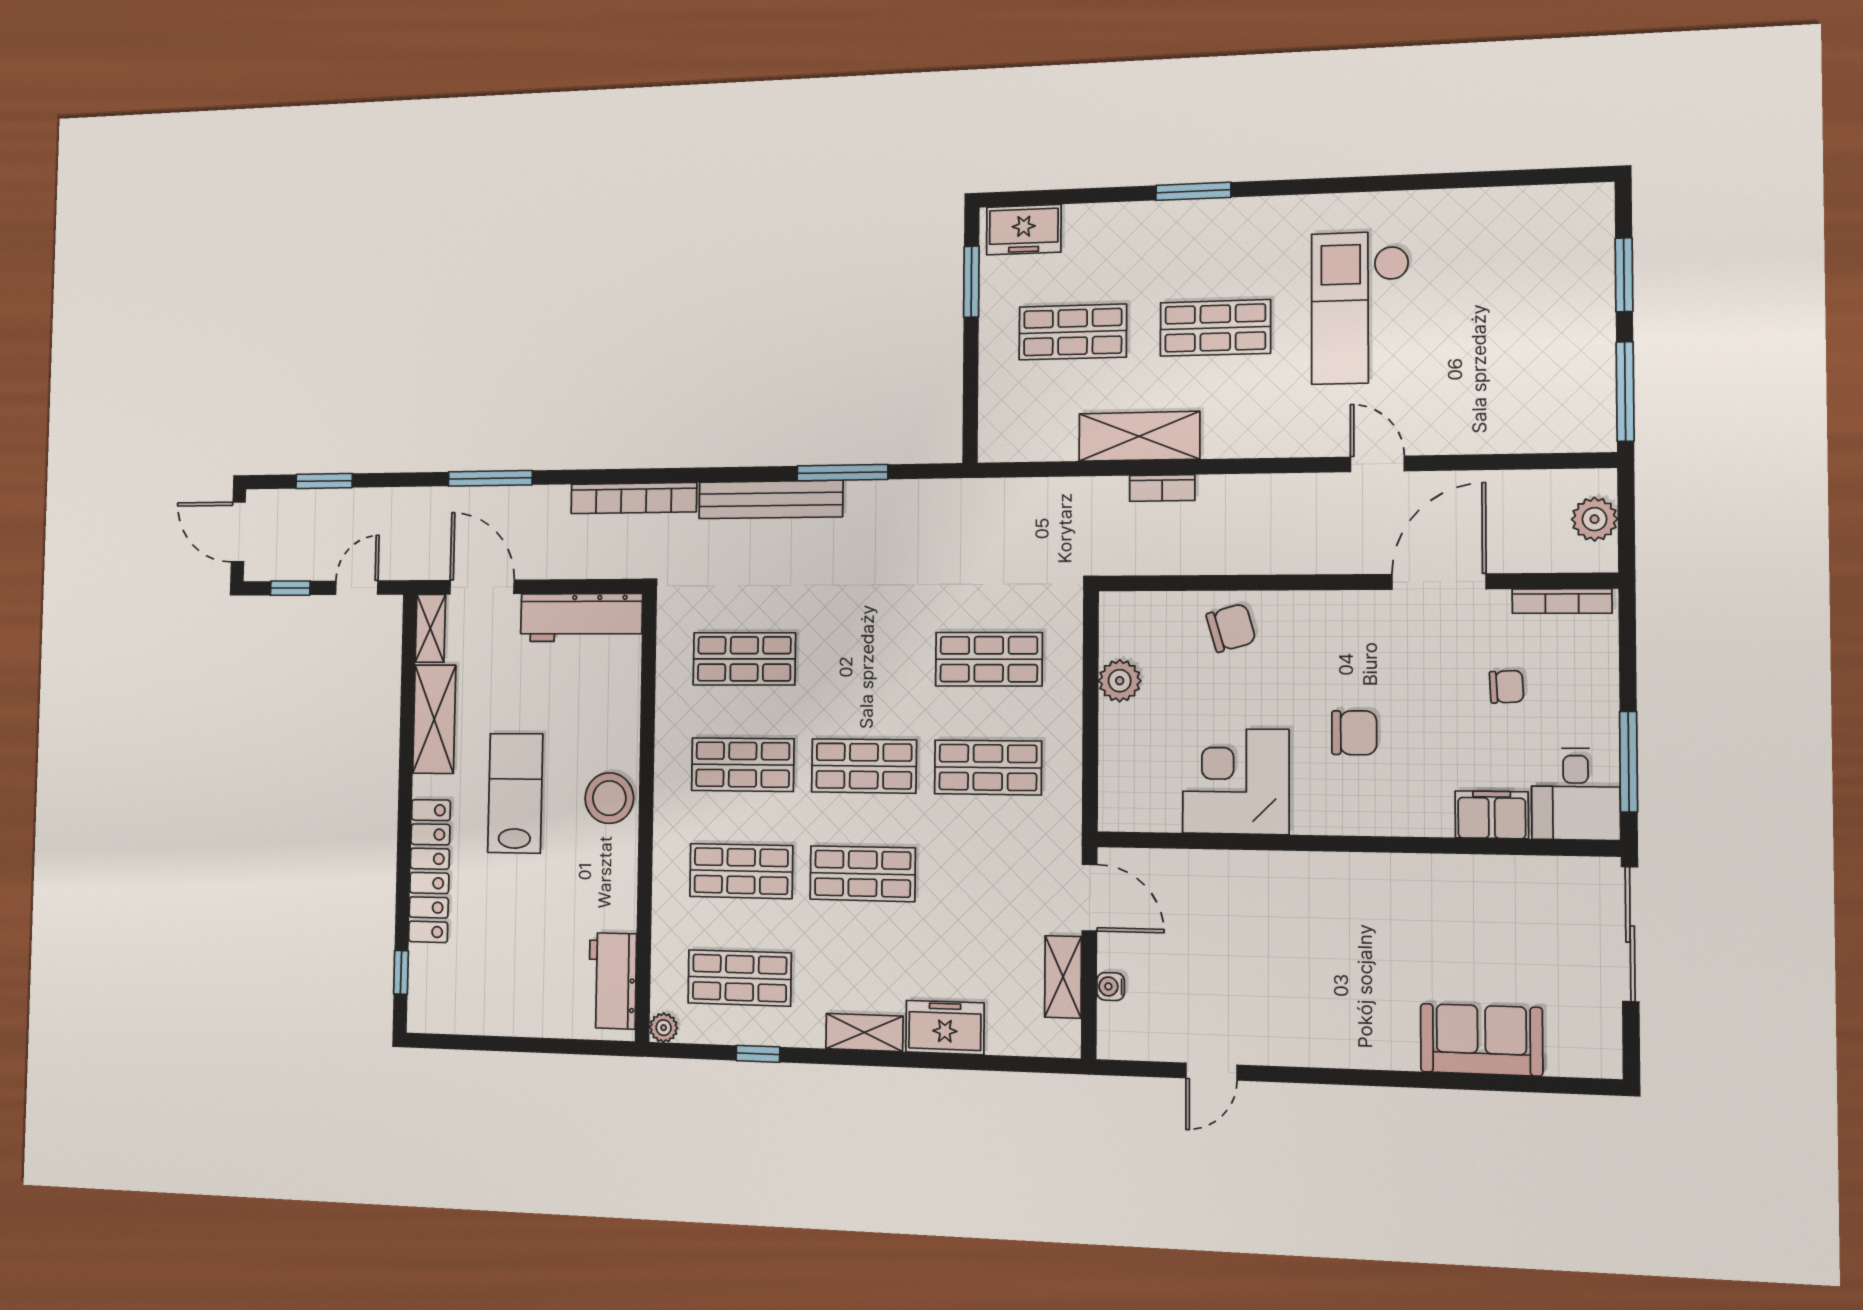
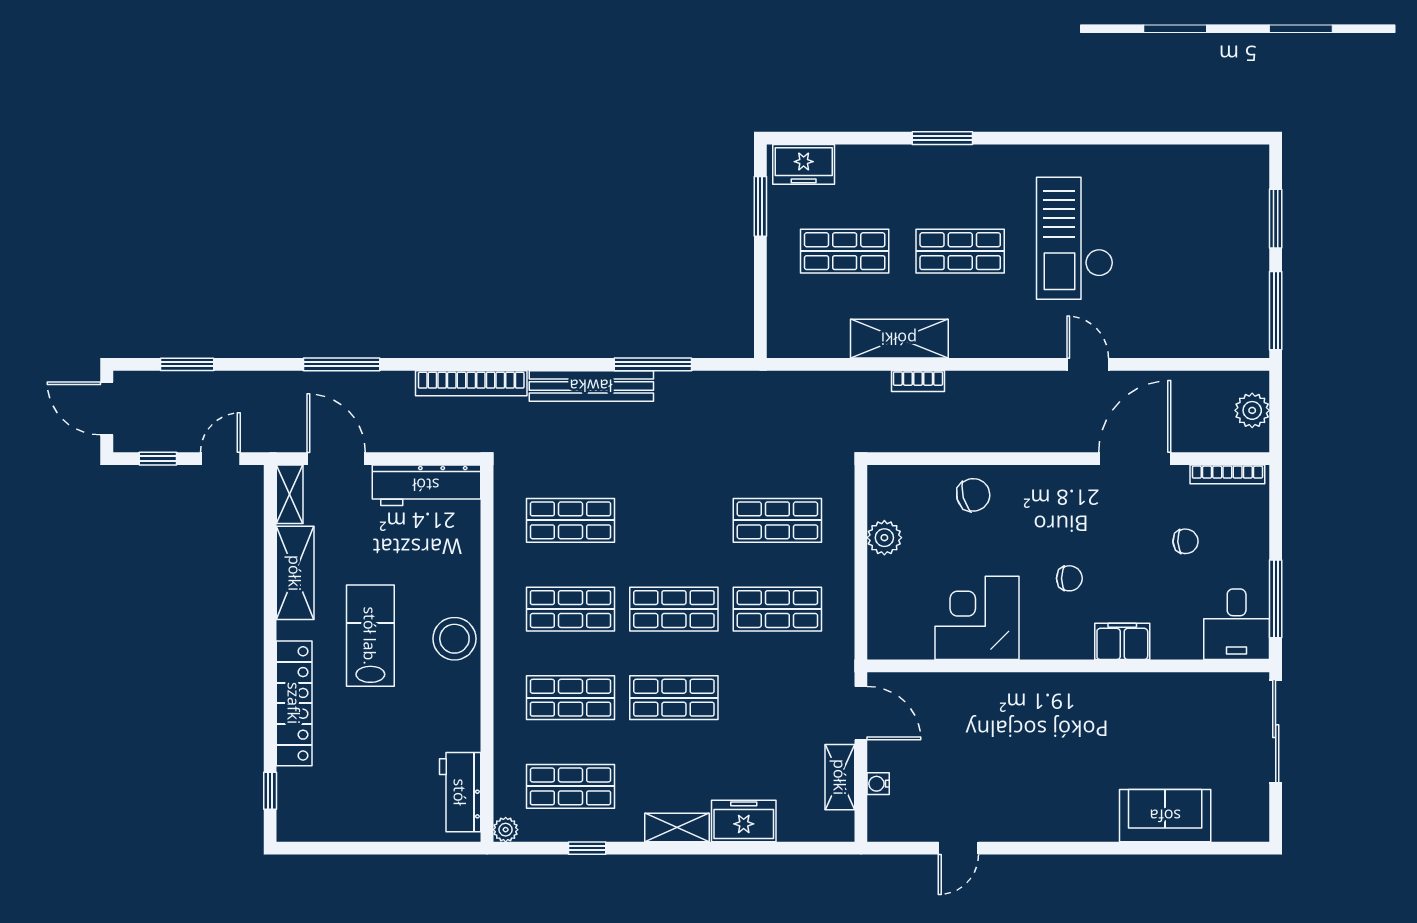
chair: (1354, 733) -> (1069, 578), width x0.73, depth x0.73
filing cabinet: (1492, 815) -> (1122, 641), moved

